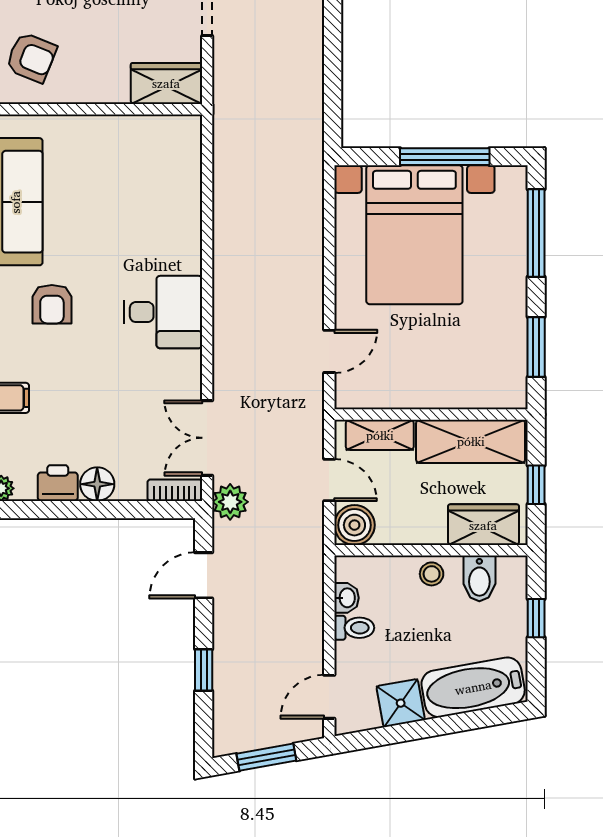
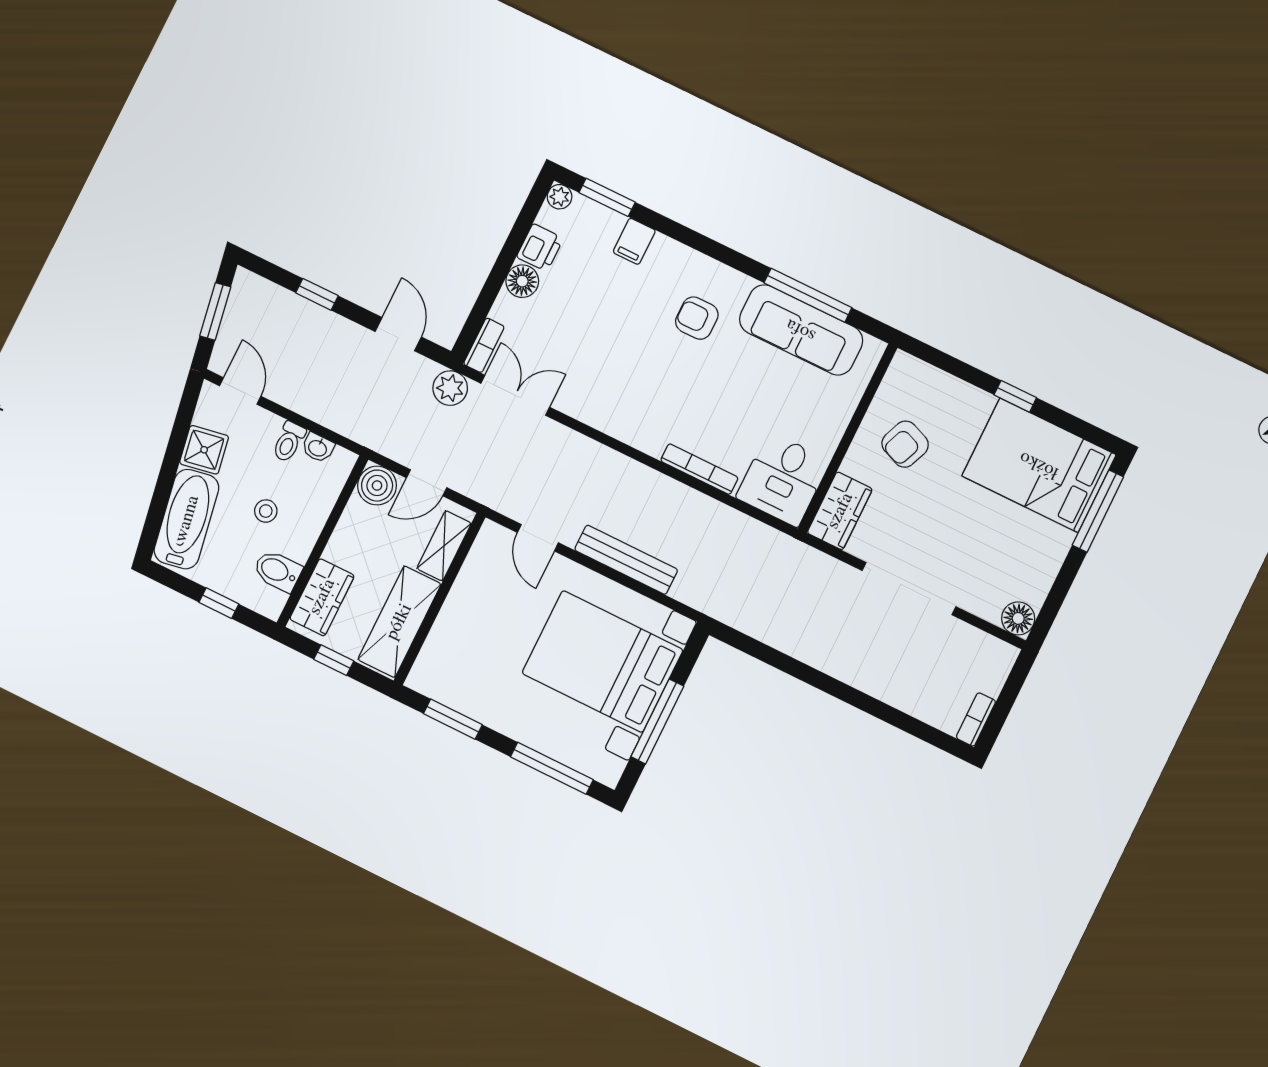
armchair: (31, 57) -> (905, 444), moved
bookcase: (192, 233) -> (699, 469), added
bench: (309, 259) -> (626, 560), added
desk: (163, 312) -> (783, 479), moved
stool: (432, 574) -> (266, 511), moved

